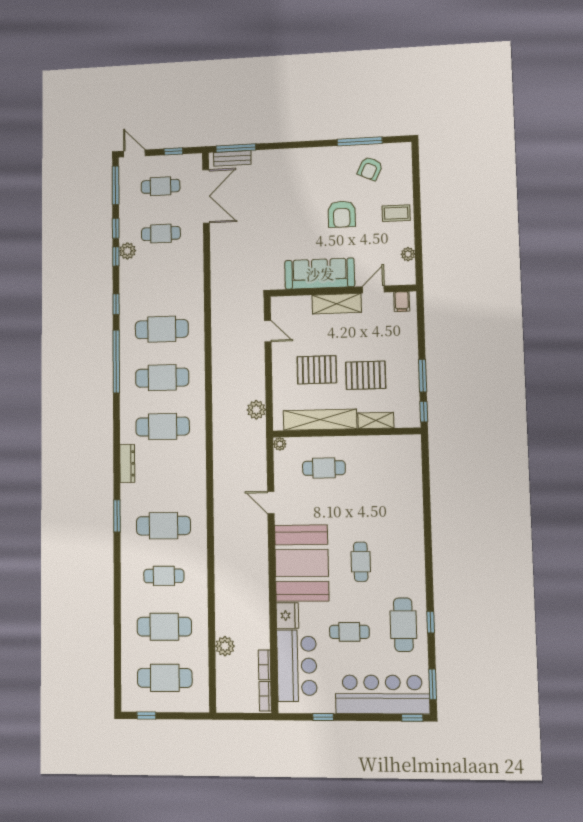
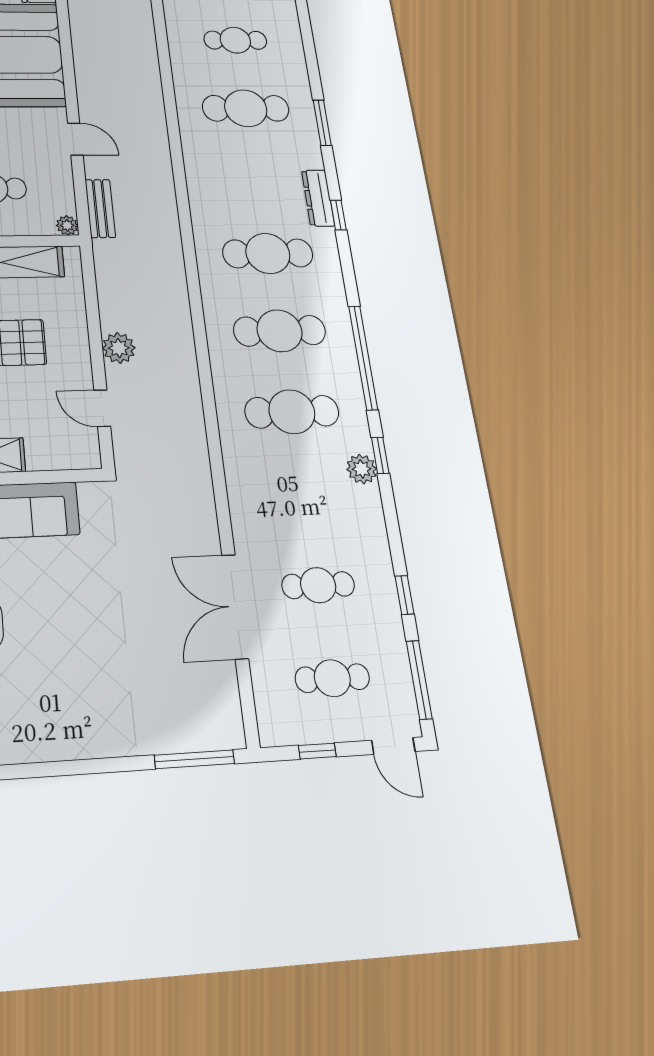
bench: (232, 158) -> (100, 208), moved, turned 90
double door: (206, 196) -> (235, 606), moved
plant: (127, 251) -> (362, 469), moved
window: (116, 256) -> (338, 215), moved
plant: (256, 410) -> (119, 348), moved

